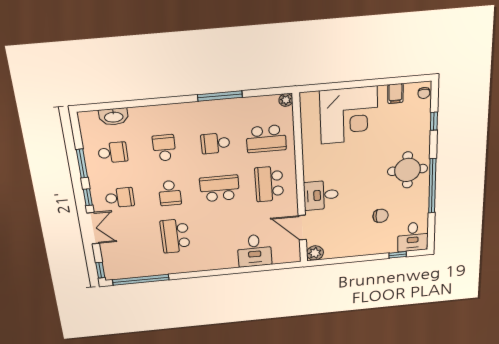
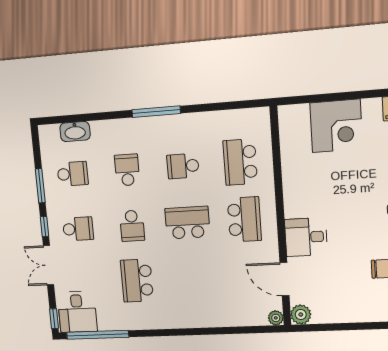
window: (220, 96) -> (156, 112), moved
plant: (286, 100) -> (276, 318), moved
corner desk: (349, 115) -> (336, 126), width x0.74, depth x0.74
school desk: (266, 139) -> (240, 162), turned 90
school desk: (269, 184) -> (244, 219), turned 180
double door: (93, 228) -> (48, 265), swing flipped
desk: (254, 251) -> (77, 312), moved

